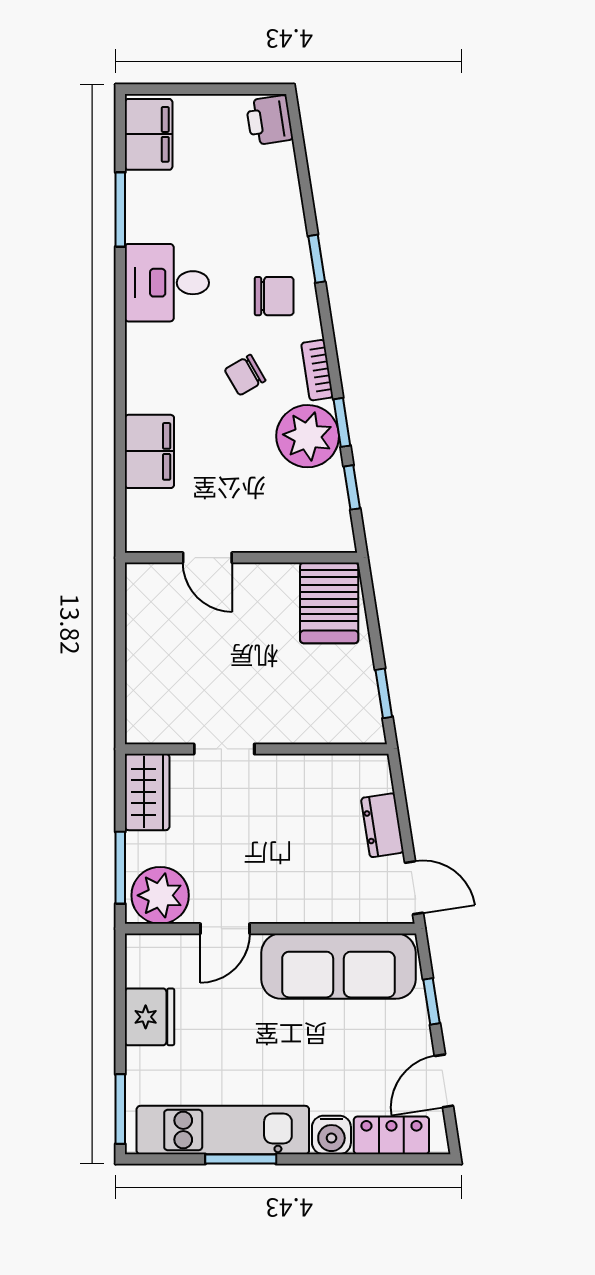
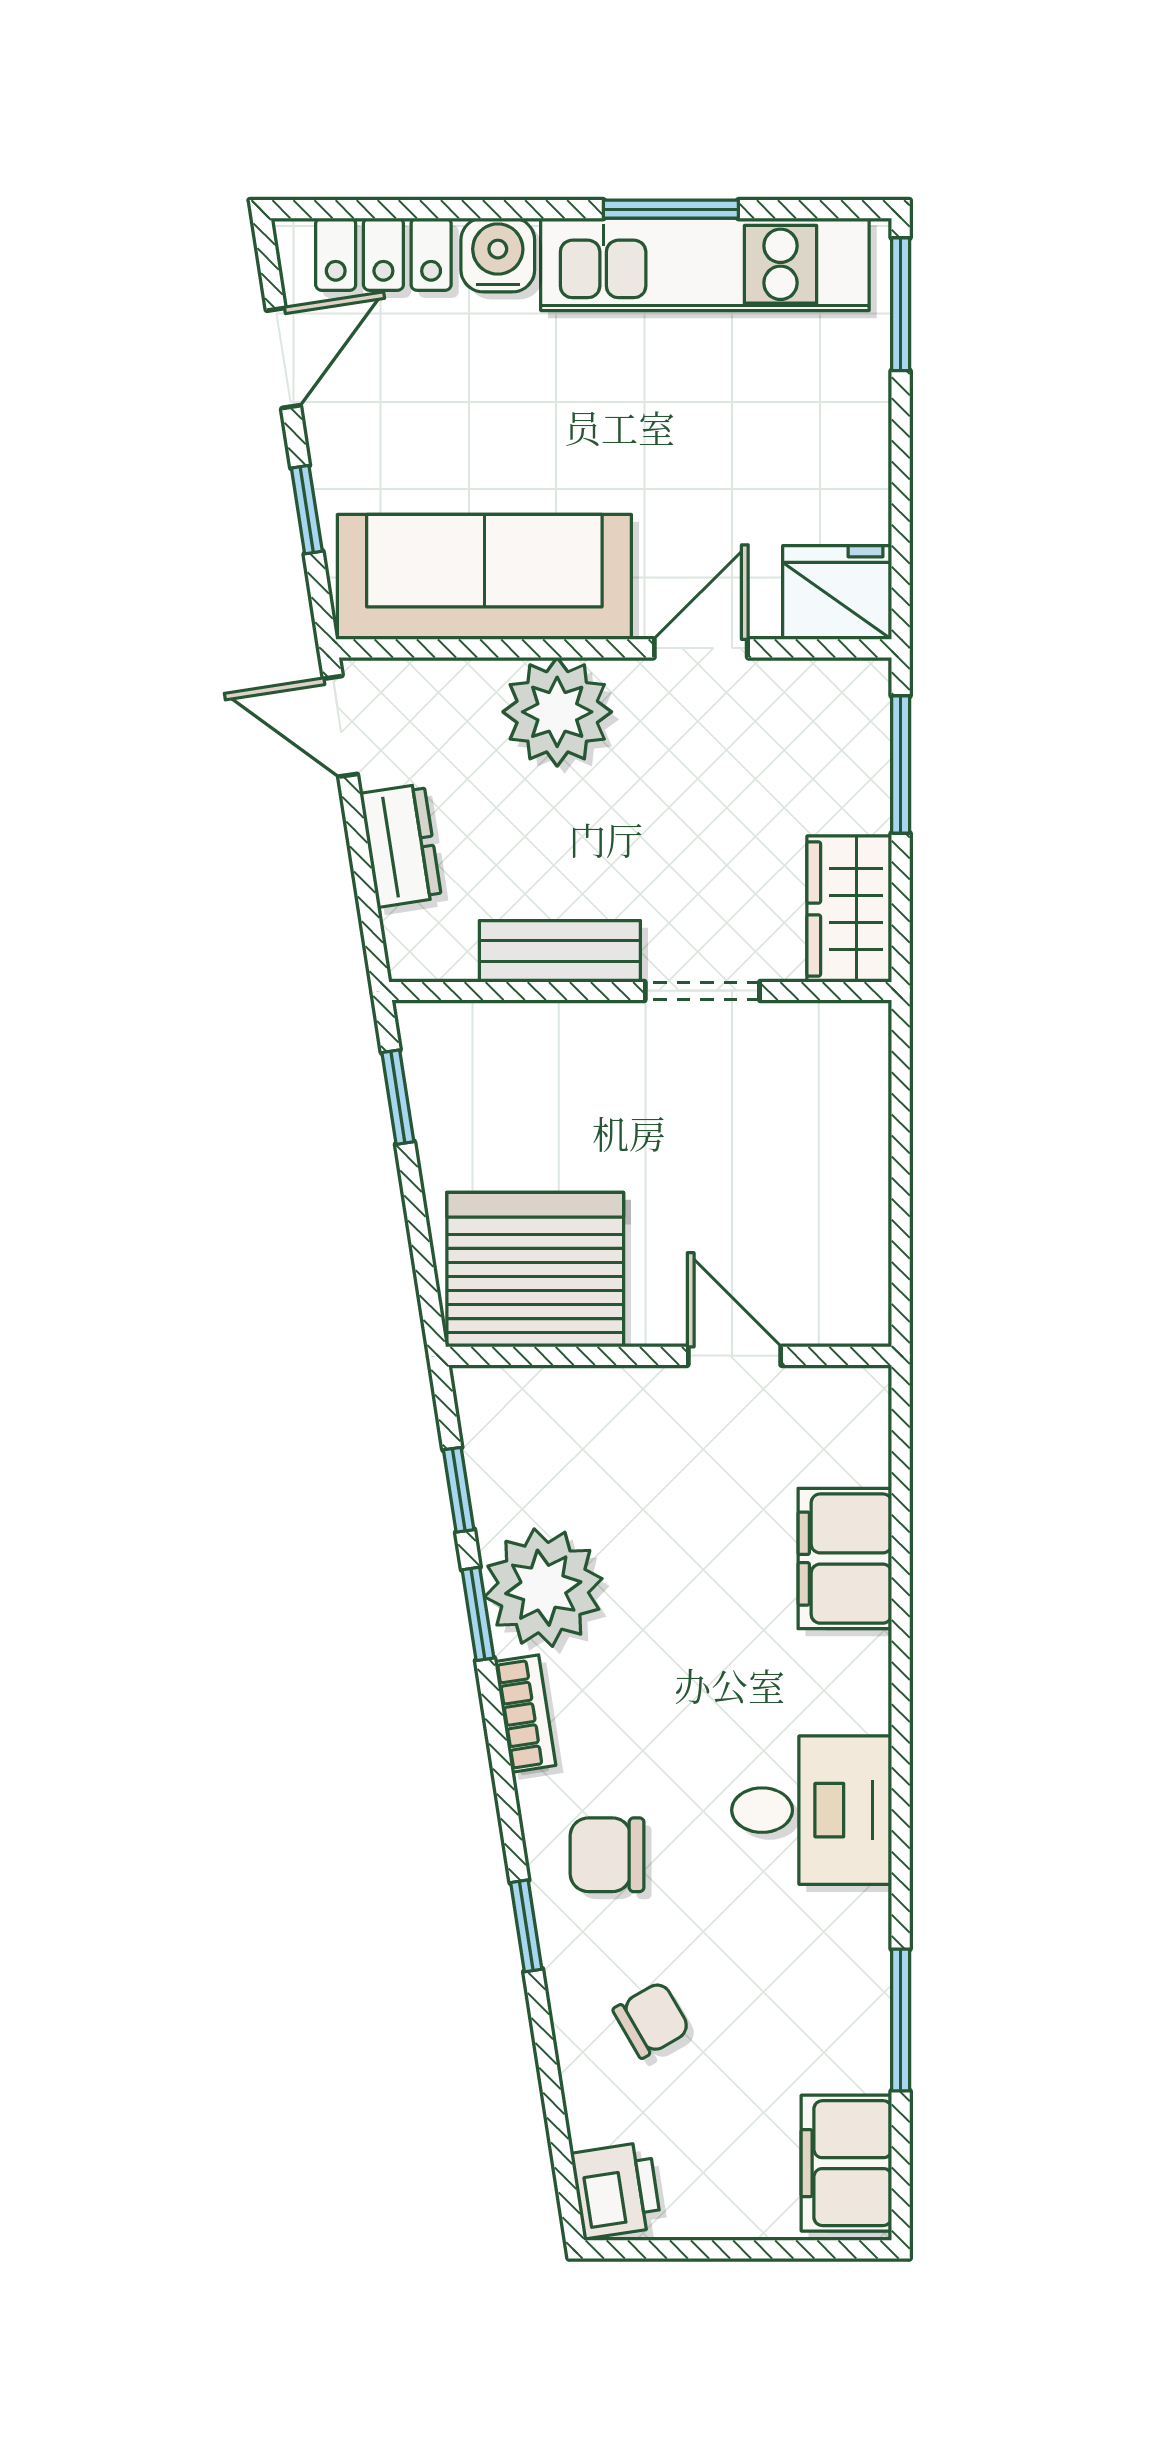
desk: (167, 283) -> (812, 1810), moved
chair: (245, 375) -> (652, 2020), moved
server rack: (329, 603) -> (535, 1270), width x1.60
bench: (299, 770) -> (560, 951), added
plant: (160, 895) -> (557, 712), moved
fridge: (150, 1017) -> (837, 593), moved, turned 90

